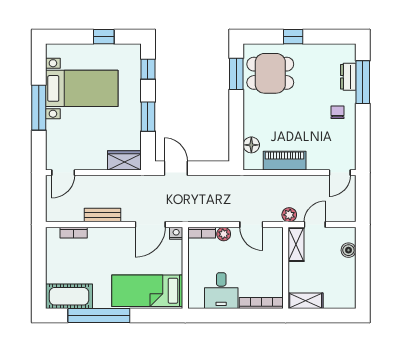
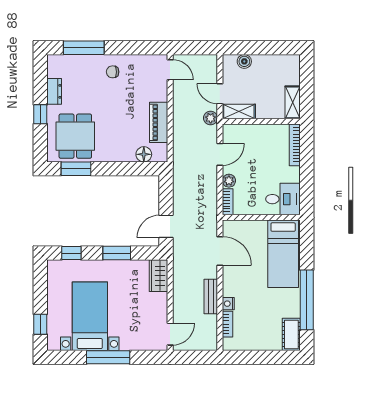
window: (104, 37) -> (40, 324), moved
dresser: (348, 77) -> (54, 91), moved, turned -90
door: (63, 173) -> (170, 334), hinge flipped
nightstand: (176, 233) -> (228, 304), moved
desk: (221, 291) -> (283, 199), moved
cot: (69, 296) -> (291, 334), width x0.73, depth x0.75

